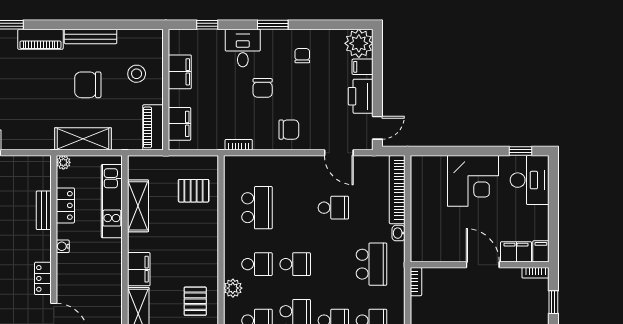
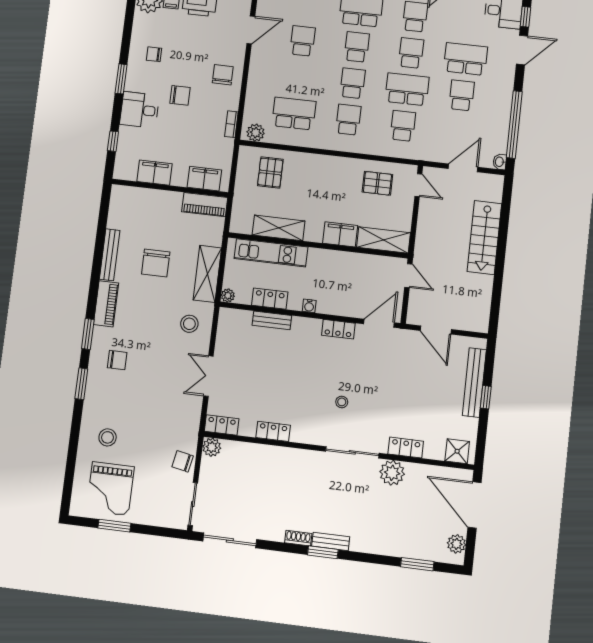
stool: (137, 74) -> (189, 324), moved
school desk: (333, 264) -> (357, 47), added
plant: (233, 288) -> (256, 133), moved

